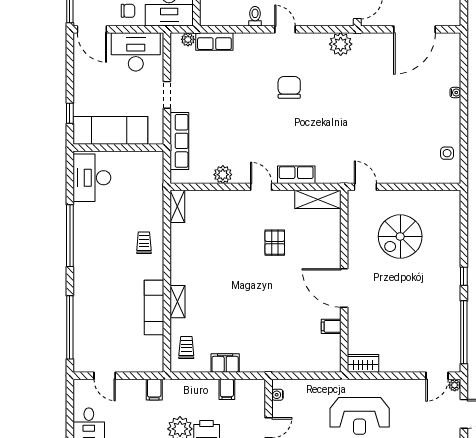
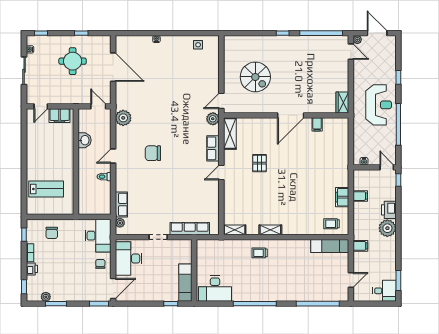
exam couch: (110, 130) -> (185, 283), width x0.73, depth x0.69
plant: (223, 175) -> (213, 119), moved
pallet: (275, 243) -> (259, 163), turned 90
shelving: (177, 302) -> (270, 230), moved
exam couch: (154, 307) -> (330, 246), moved

